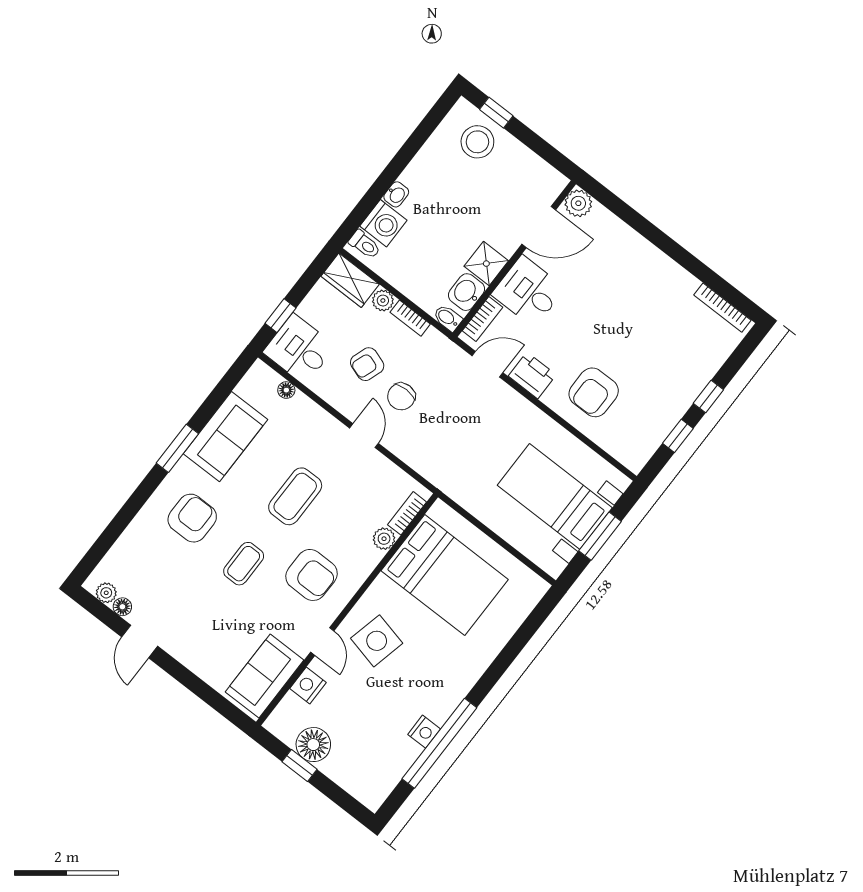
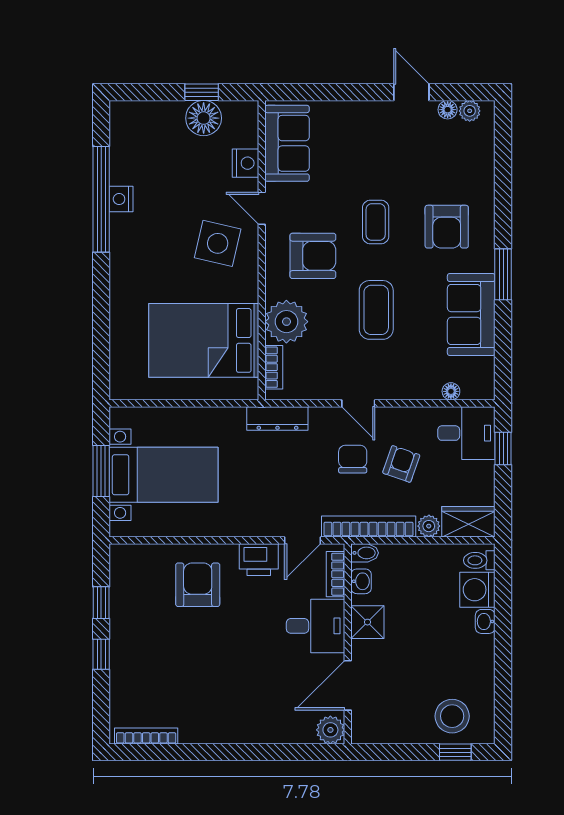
washbasin: (466, 292) -> (361, 581), width x0.72, depth x0.69
bookcase: (410, 318) -> (369, 526), width x2.31, depth x1.31
dresser: (435, 472) -> (277, 418), added
plant: (384, 539) -> (286, 322), width x1.88, depth x1.88
armchair: (311, 575) -> (313, 256), turned 180

